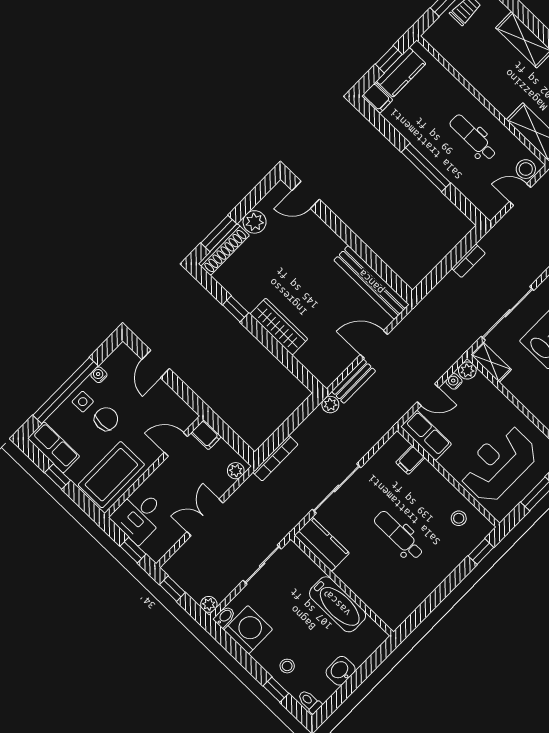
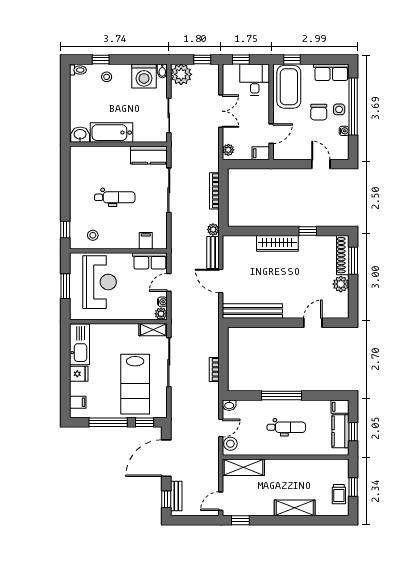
dental chair: (473, 137) -> (286, 427), moved
door: (306, 195) -> (313, 323), moved
washbasin: (489, 210) -> (229, 405), added
door: (374, 344) -> (221, 281), swing flipped
bookcase: (275, 458) -> (214, 191), moved
window: (57, 476) -> (292, 59), moved
plant: (209, 604) -> (181, 74), width x1.88, depth x1.88
washbasin: (341, 671) -> (80, 135), moved, turned -90

